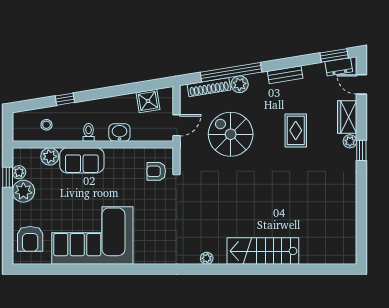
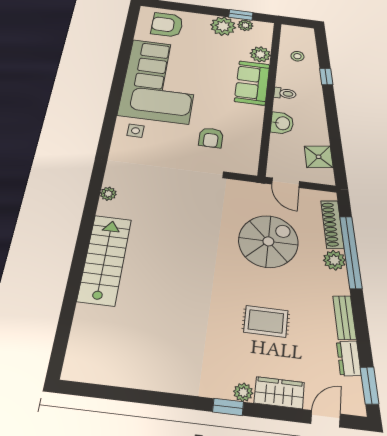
dresser: (339, 67) -> (349, 358), moved
armchair: (156, 171) -> (211, 138), moved, turned 180
side table: (145, 247) -> (136, 131), added

